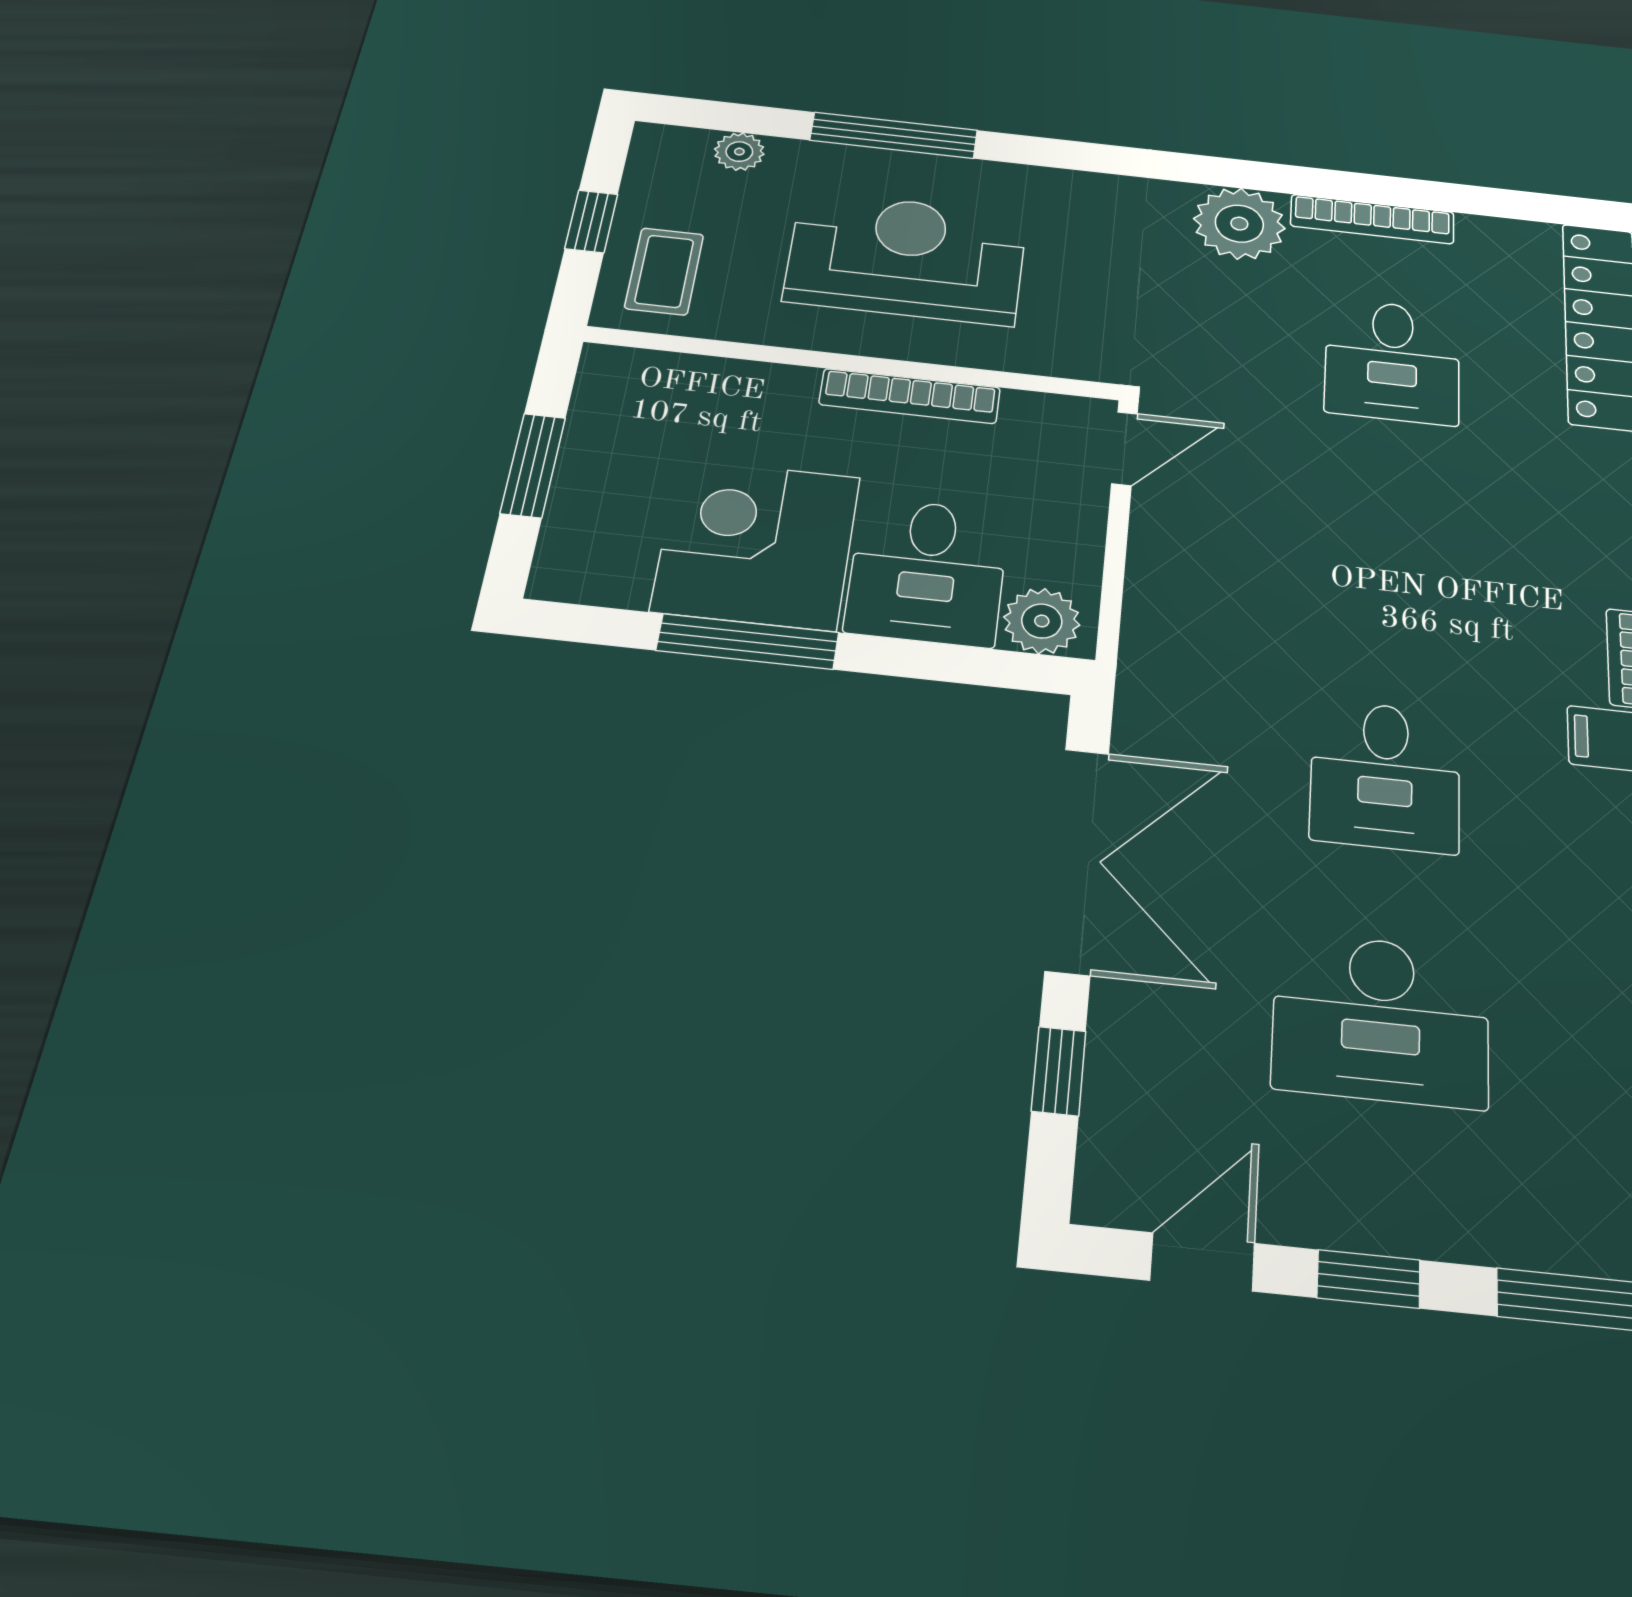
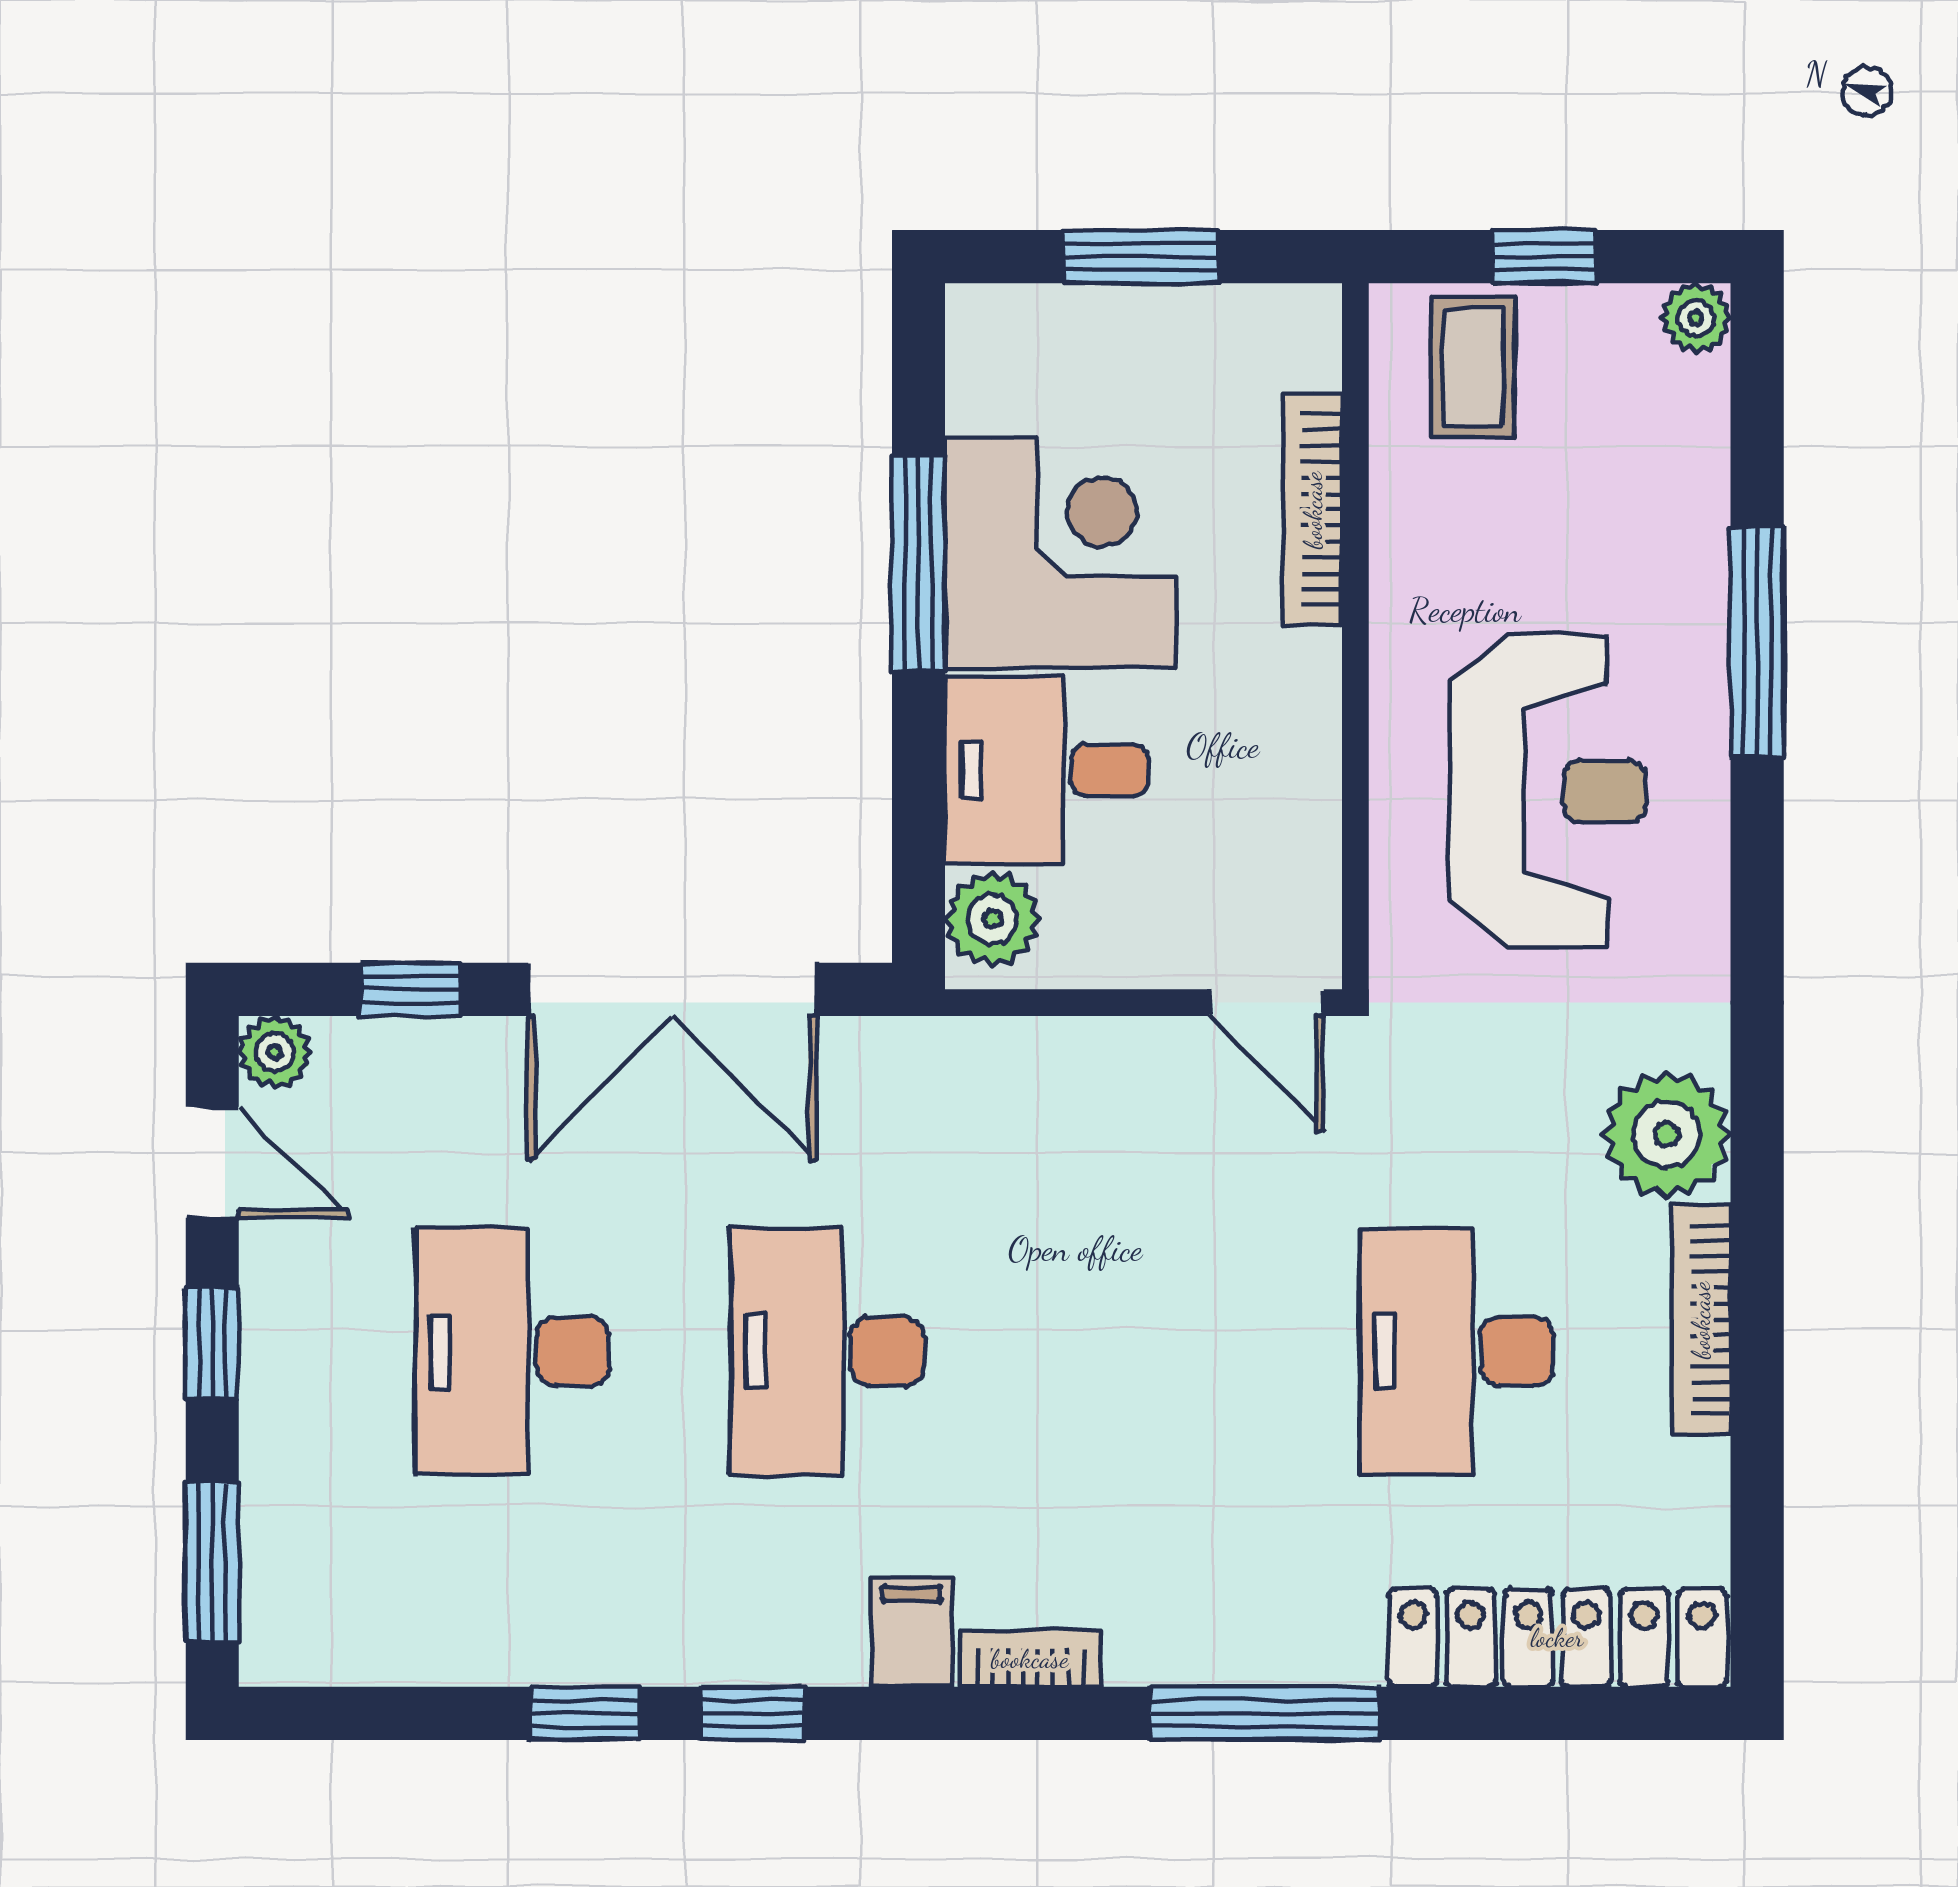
plant: (739, 152) -> (1696, 318), moved
reception desk: (906, 257) -> (1548, 791), moved
coffee table: (664, 271) -> (1473, 368), turned 90
desk: (1392, 361) -> (1457, 1351), width x1.37
bookcase: (910, 396) -> (1313, 510), moved
desk: (1385, 776) -> (827, 1351), width x1.37
plant: (1105, 1195) -> (275, 1052), added

